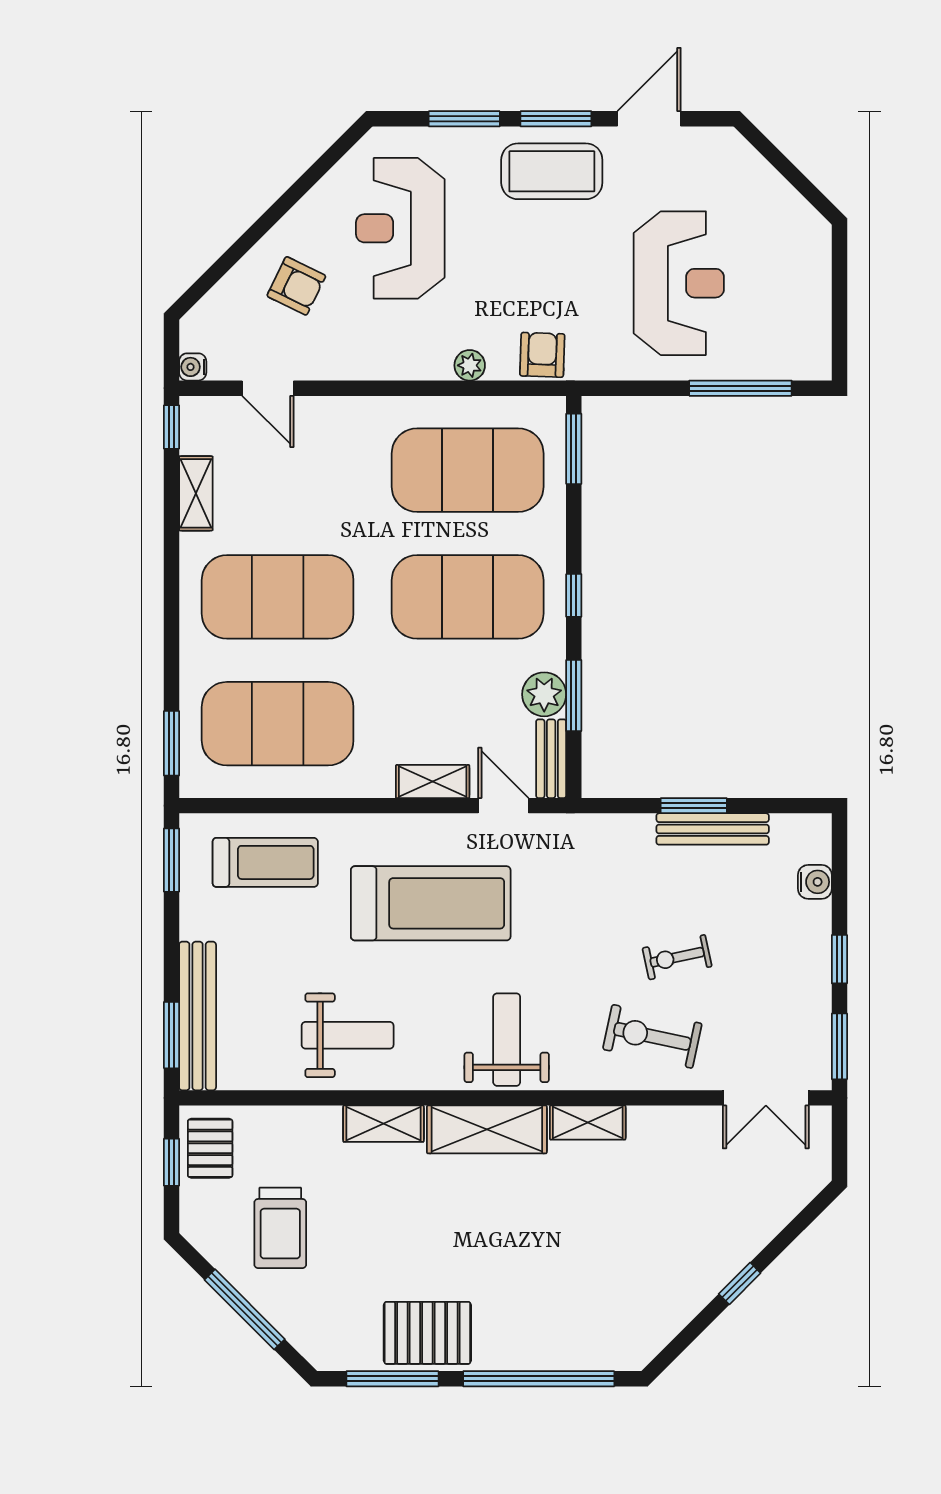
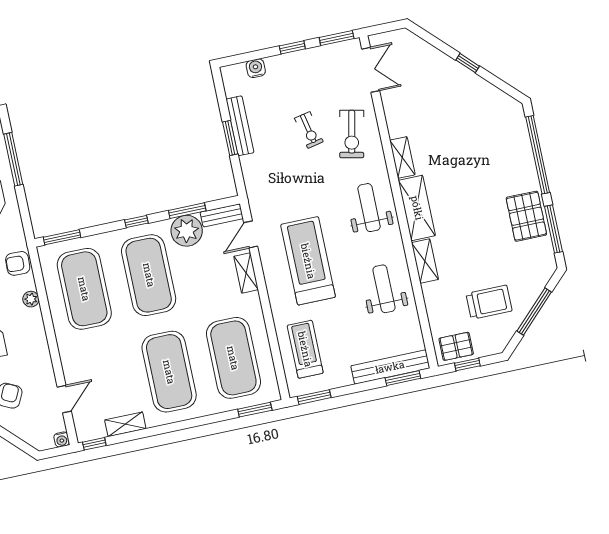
plant: (544, 694) -> (187, 231), width x1.36, depth x1.36
weight bench: (507, 1040) -> (369, 208), turned 90

